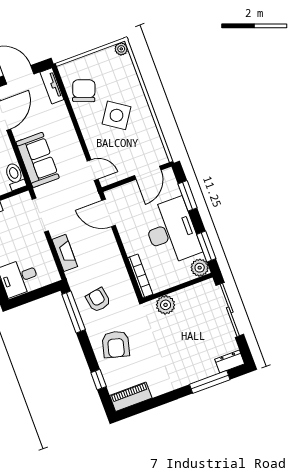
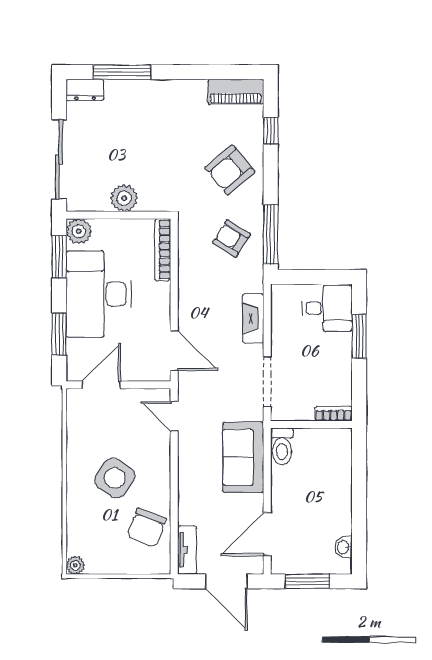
armchair: (98, 300) -> (232, 238), turned 132
plant: (166, 305) -> (124, 198), moved
armchair: (116, 344) -> (230, 170), turned -145

